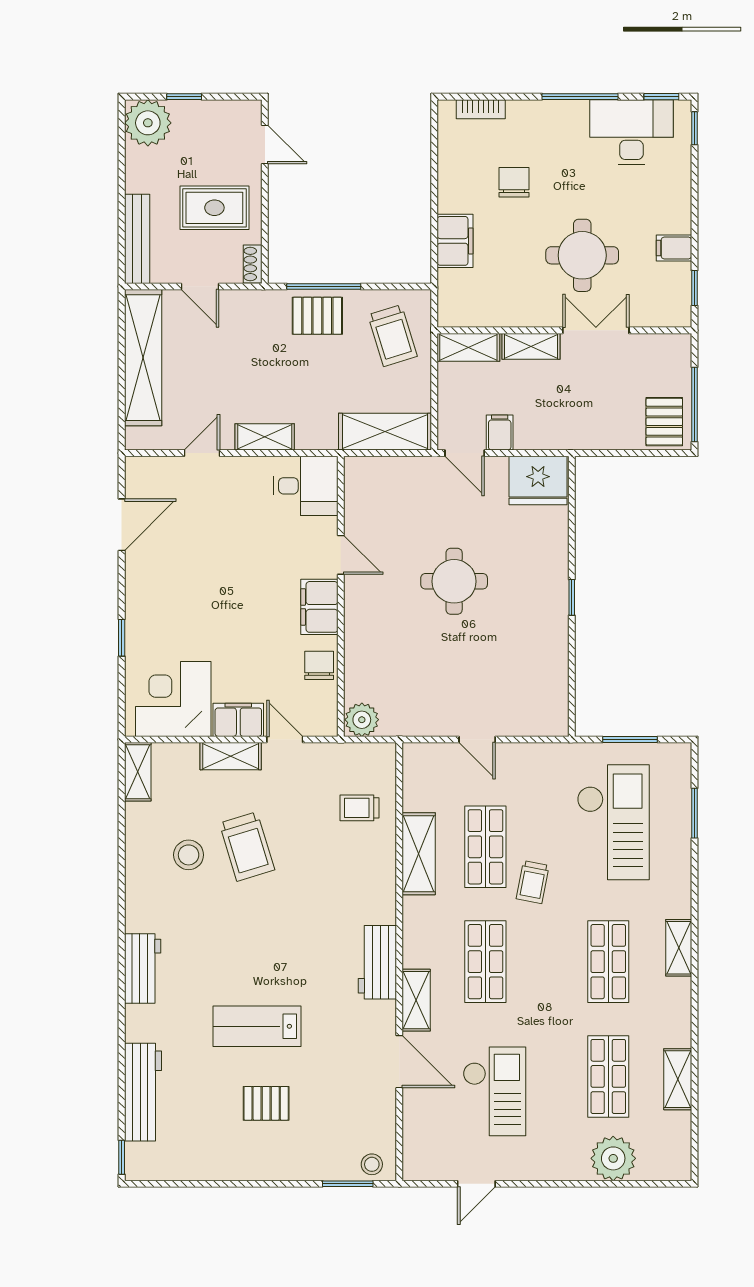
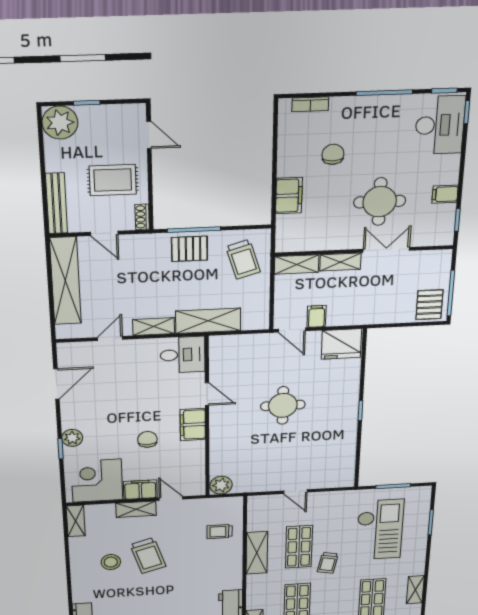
desk: (631, 132) -> (440, 125), moved, turned 90
shelving: (385, 432) -> (208, 321), moved
plant: (140, 619) -> (72, 438), added
chair: (319, 665) -> (147, 439), moved

